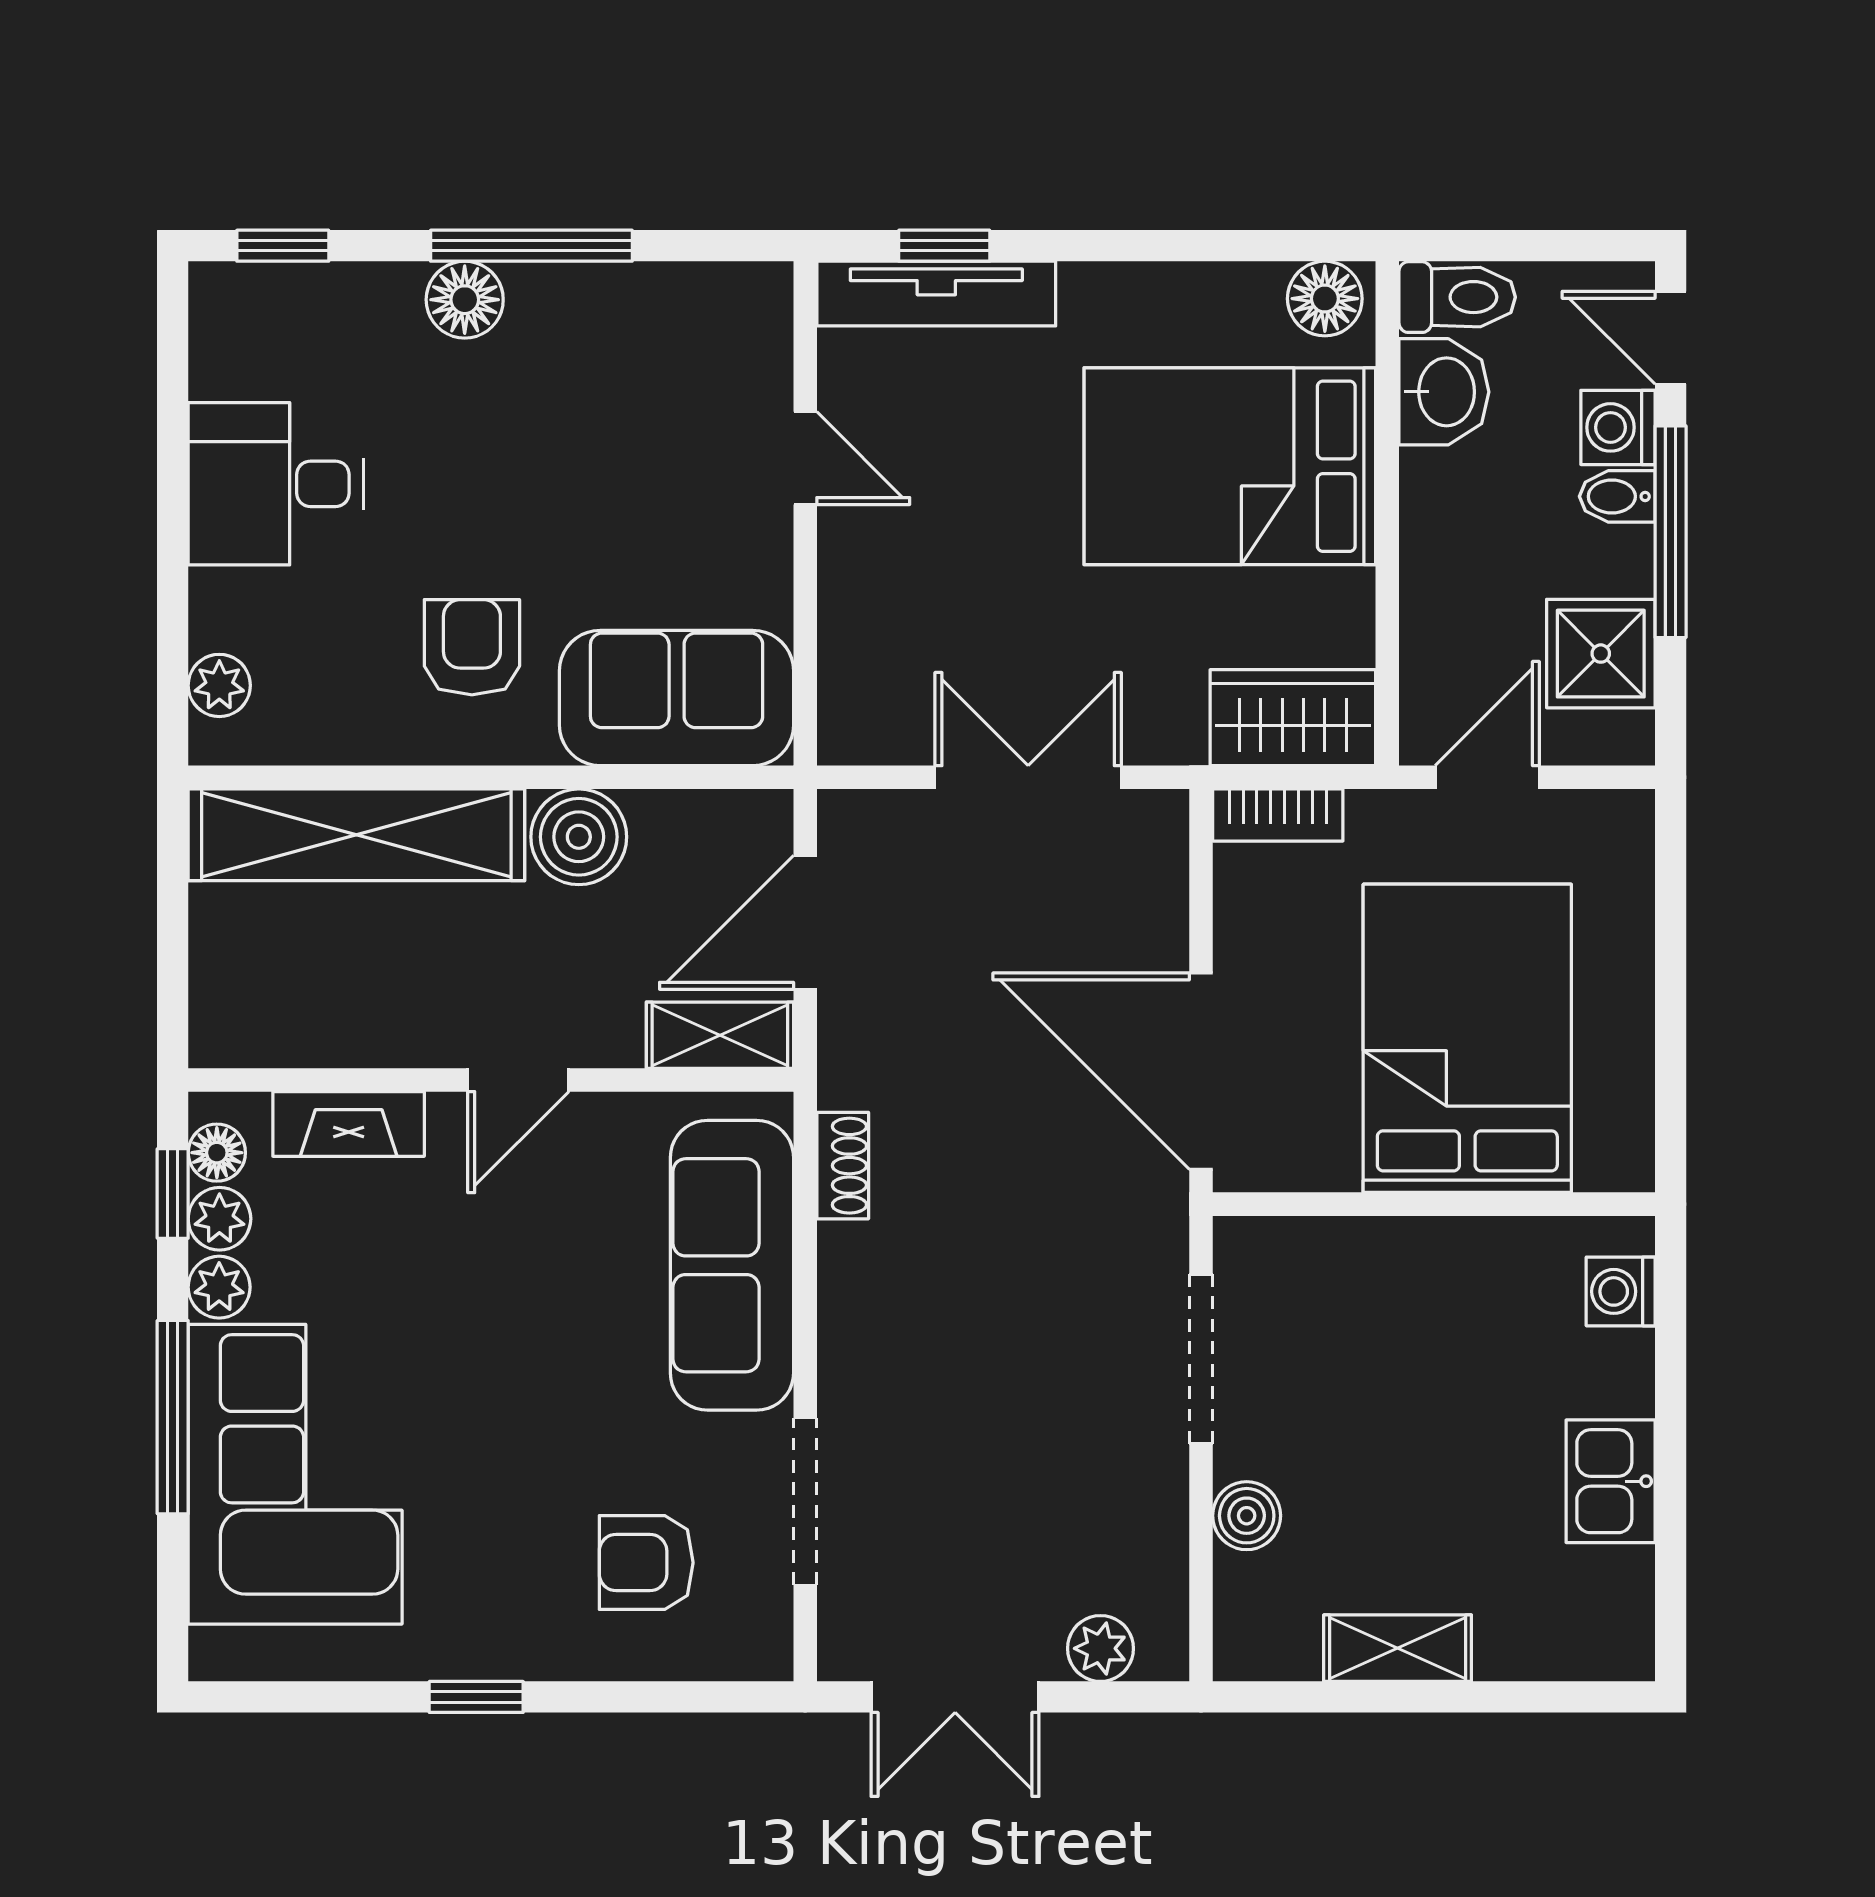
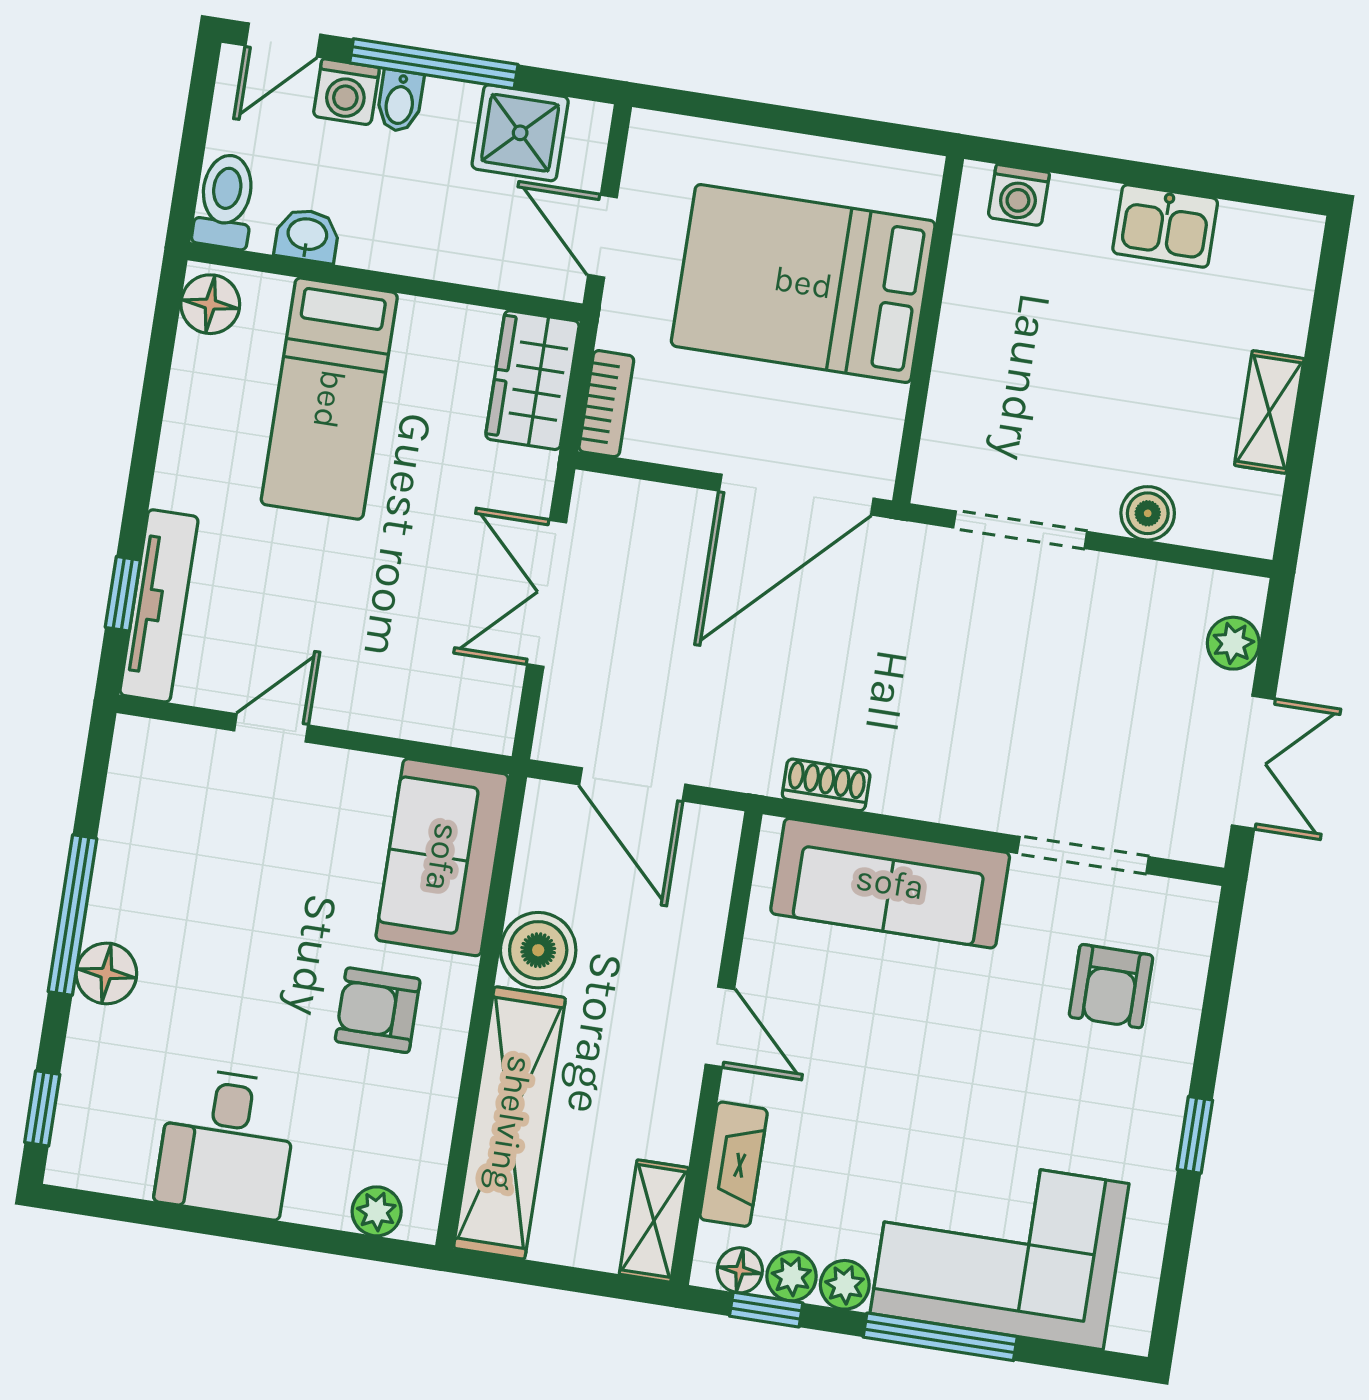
washbasin: (1444, 392) -> (307, 236), width x0.72, depth x0.69
bed: (1230, 466) -> (329, 399), width x0.67
shelving: (720, 1035) -> (654, 1221), moved

